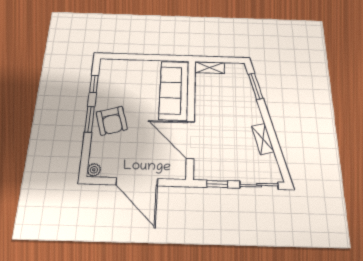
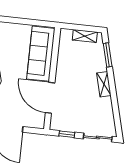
shelving: (210, 68) -> (85, 36), moved
shelving: (263, 139) -> (104, 84), moved

